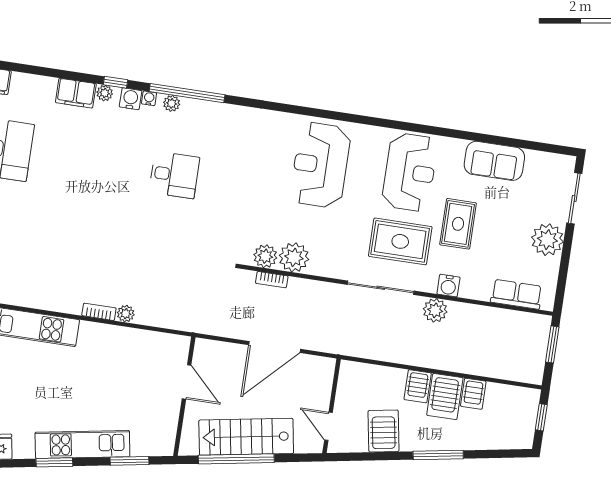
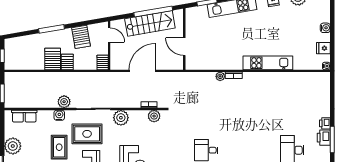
plant: (294, 257) -> (121, 118), moved
server rack: (473, 394) -> (103, 62), moved

